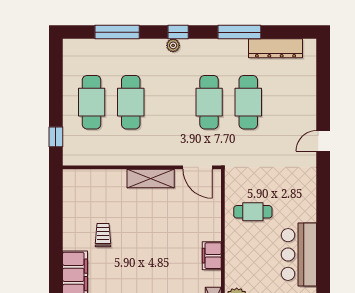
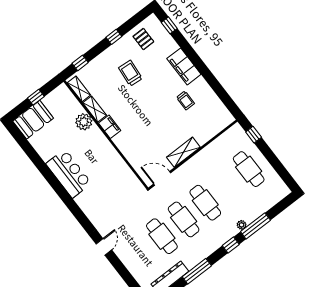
window: (117, 32) -> (255, 226), moved
plant: (173, 45) -> (242, 225), moved
cafe table: (131, 102) -> (205, 203), moved
cafe table: (253, 212) -> (112, 177), removed
filing cabinet: (212, 256) -> (110, 127), moved

